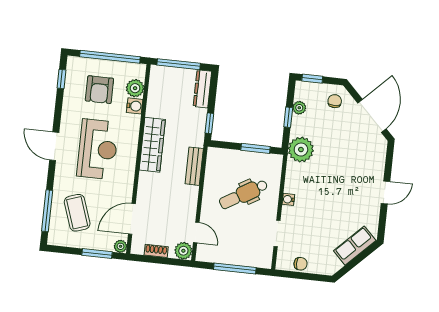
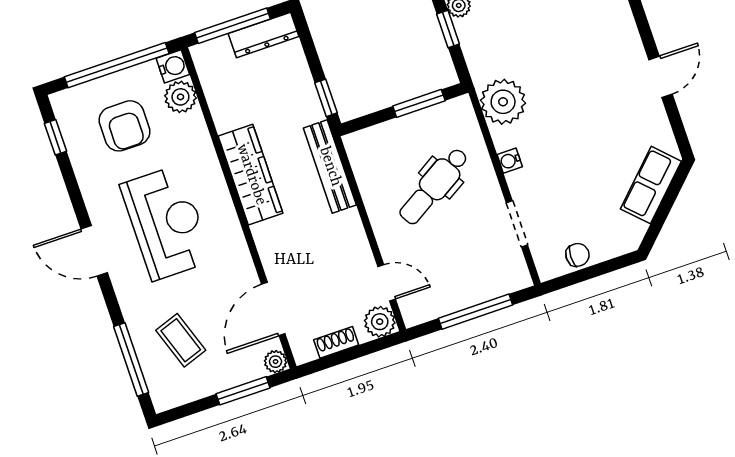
dresser: (202, 89) -> (264, 35), moved, turned -90
water cooler: (135, 106) -> (173, 66), moved
plant: (301, 150) -> (503, 102), moved
bench: (194, 166) -> (330, 167), width x1.36
coffee table: (77, 213) -> (181, 340), width x0.73, depth x0.77

